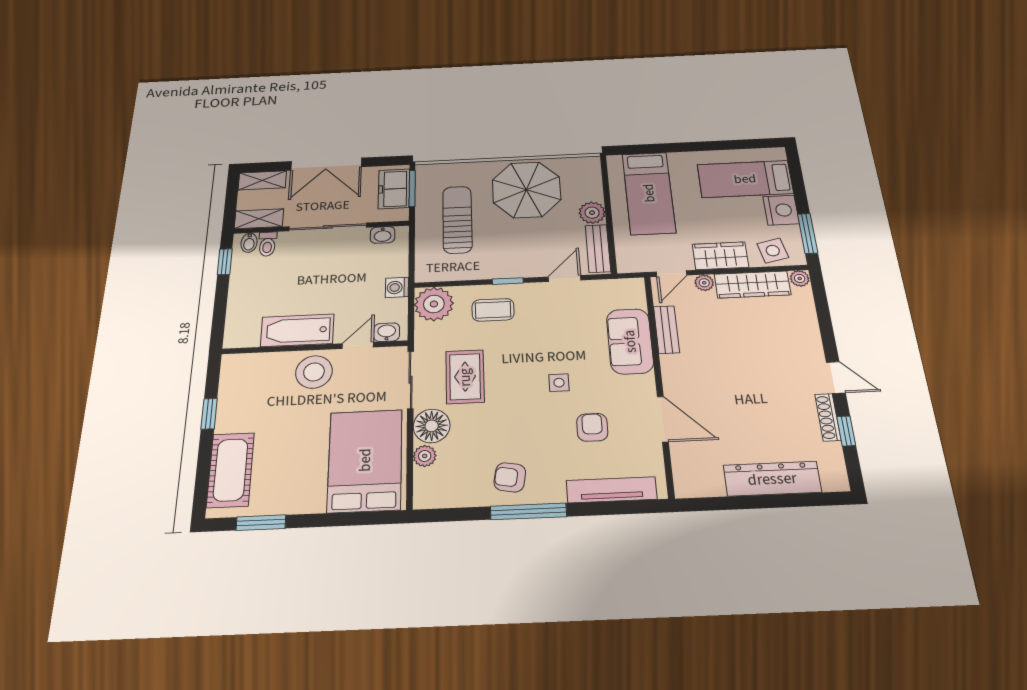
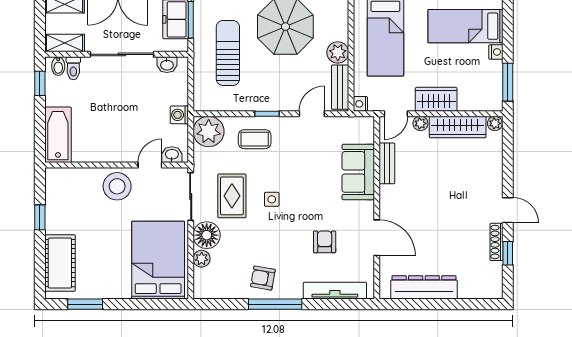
nightstand: (781, 210) -> (496, 52), width x0.53, depth x0.56
side table: (773, 251) -> (478, 97), removed
nightstand: (625, 265) -> (360, 104), added
bathtub: (297, 330) -> (58, 135), moved, turned 90
side table: (559, 383) -> (272, 199), moved
dresser: (772, 479) -> (424, 287), moved

